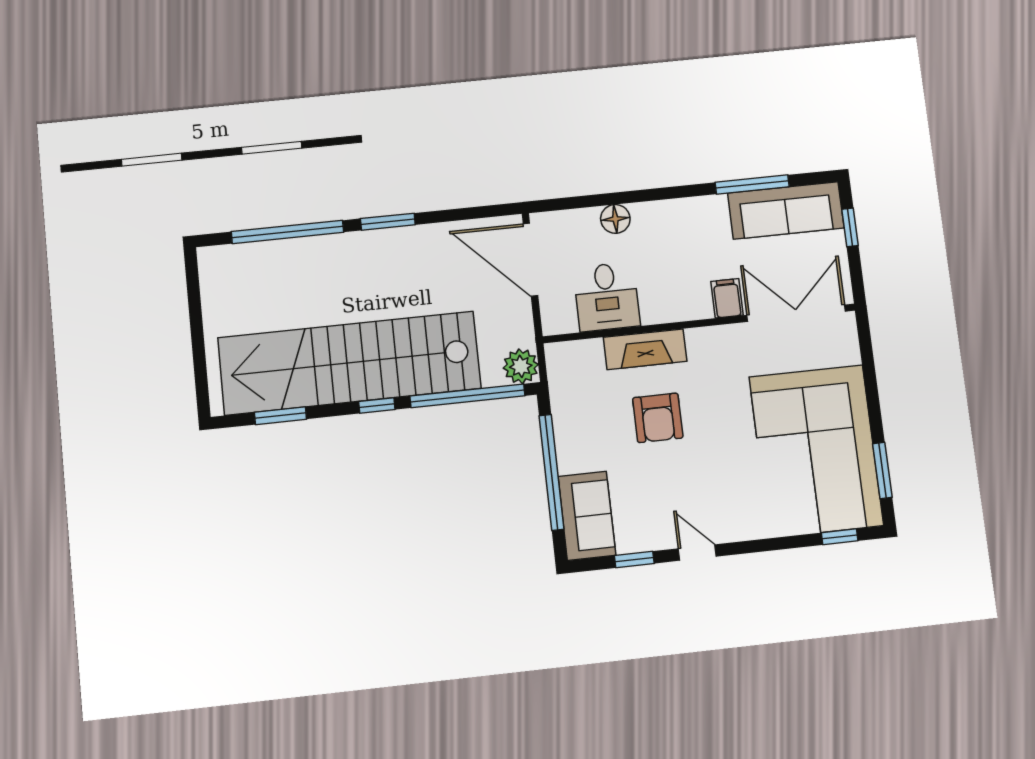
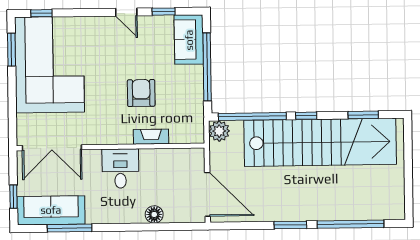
desk: (607, 297) -> (120, 169), moved
filing cabinet: (727, 298) -> (92, 160), removed
fireplace: (645, 349) -> (151, 137), width x0.73, depth x0.76

